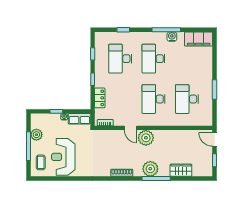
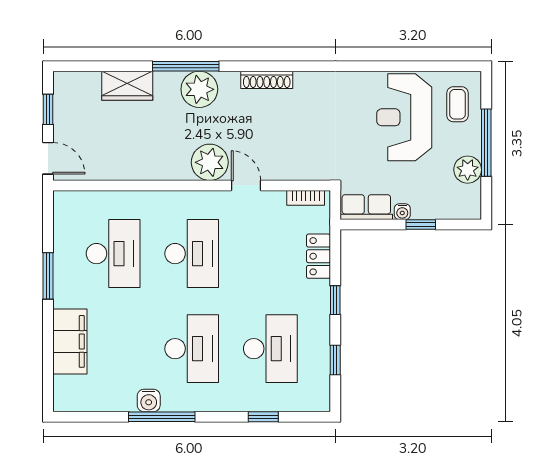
filing cabinet: (199, 39) -> (70, 341), moved, turned 90
reception desk: (63, 157) -> (404, 117), turned 180

